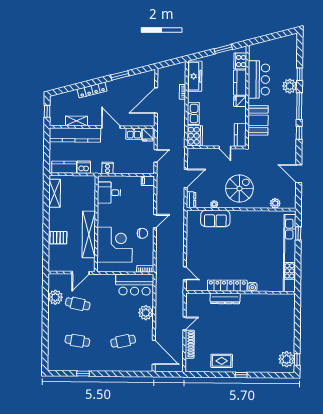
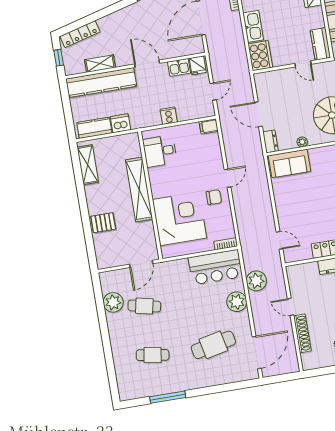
locker: (92, 90) -> (80, 34), moved
cooker: (107, 168) -> (169, 116), moved
door: (186, 178) -> (258, 114), swing flipped
sofa: (215, 218) -> (290, 163), moved
shelving: (89, 234) -> (139, 189), moved
plant: (163, 300) -> (256, 281), added
door: (184, 323) -> (291, 307), swing flipped
cafe table: (123, 341) -> (213, 345), width x1.37, depth x1.35
door: (154, 352) -> (257, 352), hinge flipped
window: (83, 373) -> (168, 397), width x2.17

